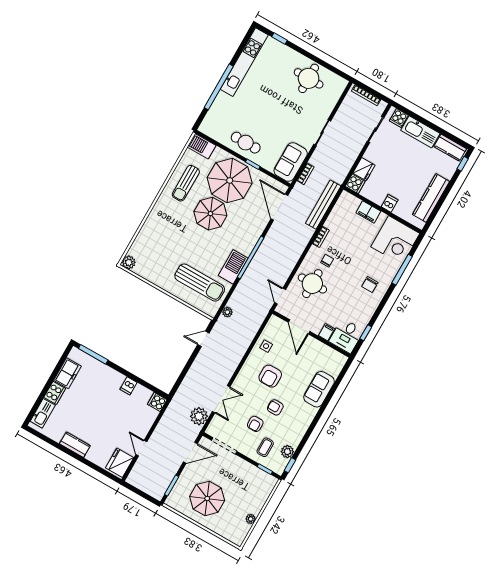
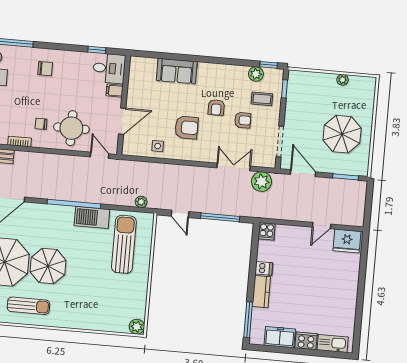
door: (280, 296) -> (100, 155), swing flipped
window: (186, 370) -> (220, 217), added
kitchen counter: (75, 445) -> (261, 292), moved, turned 180

